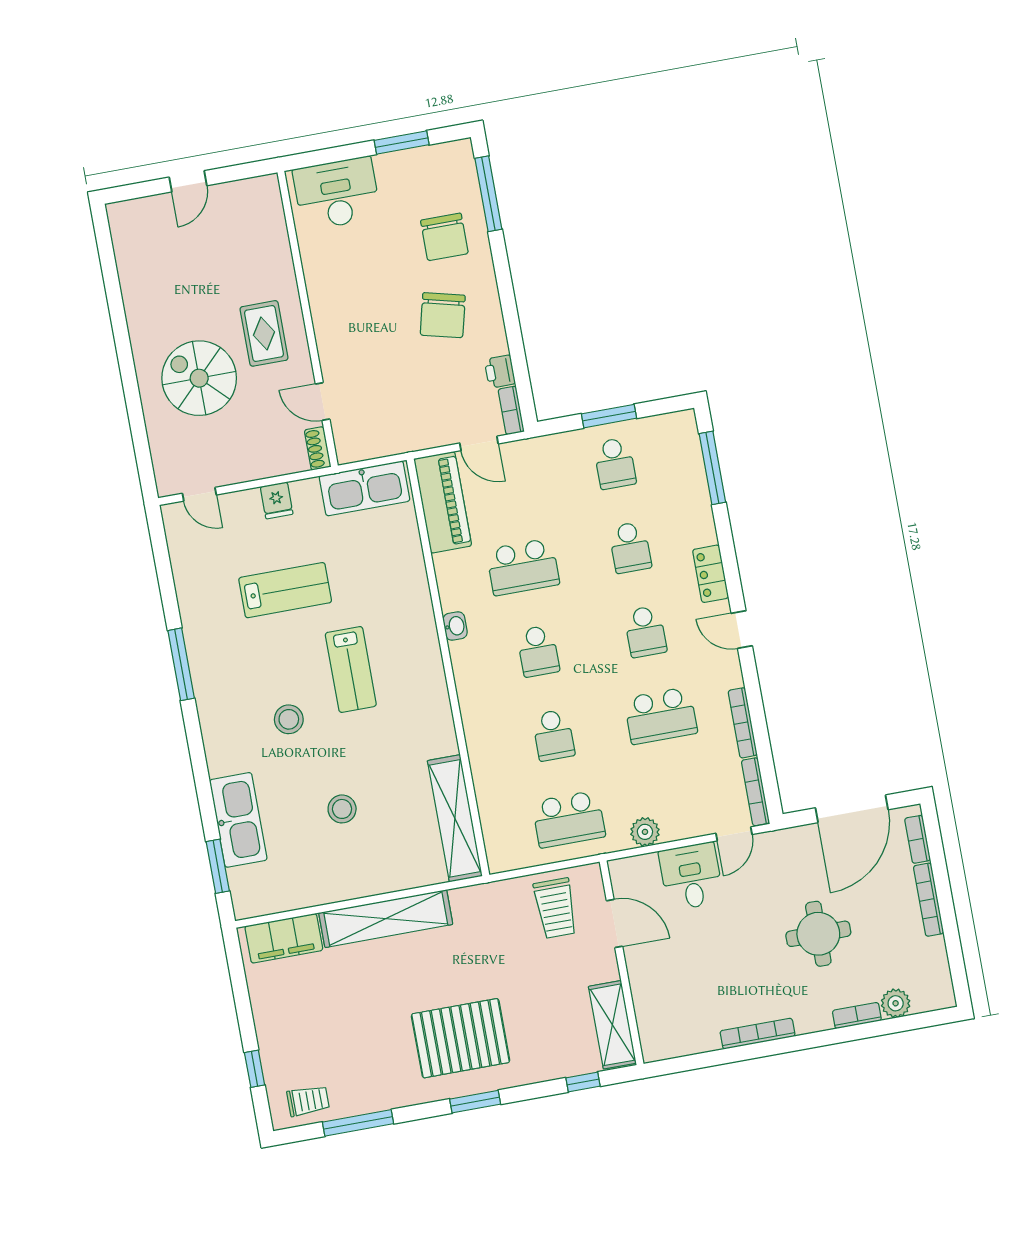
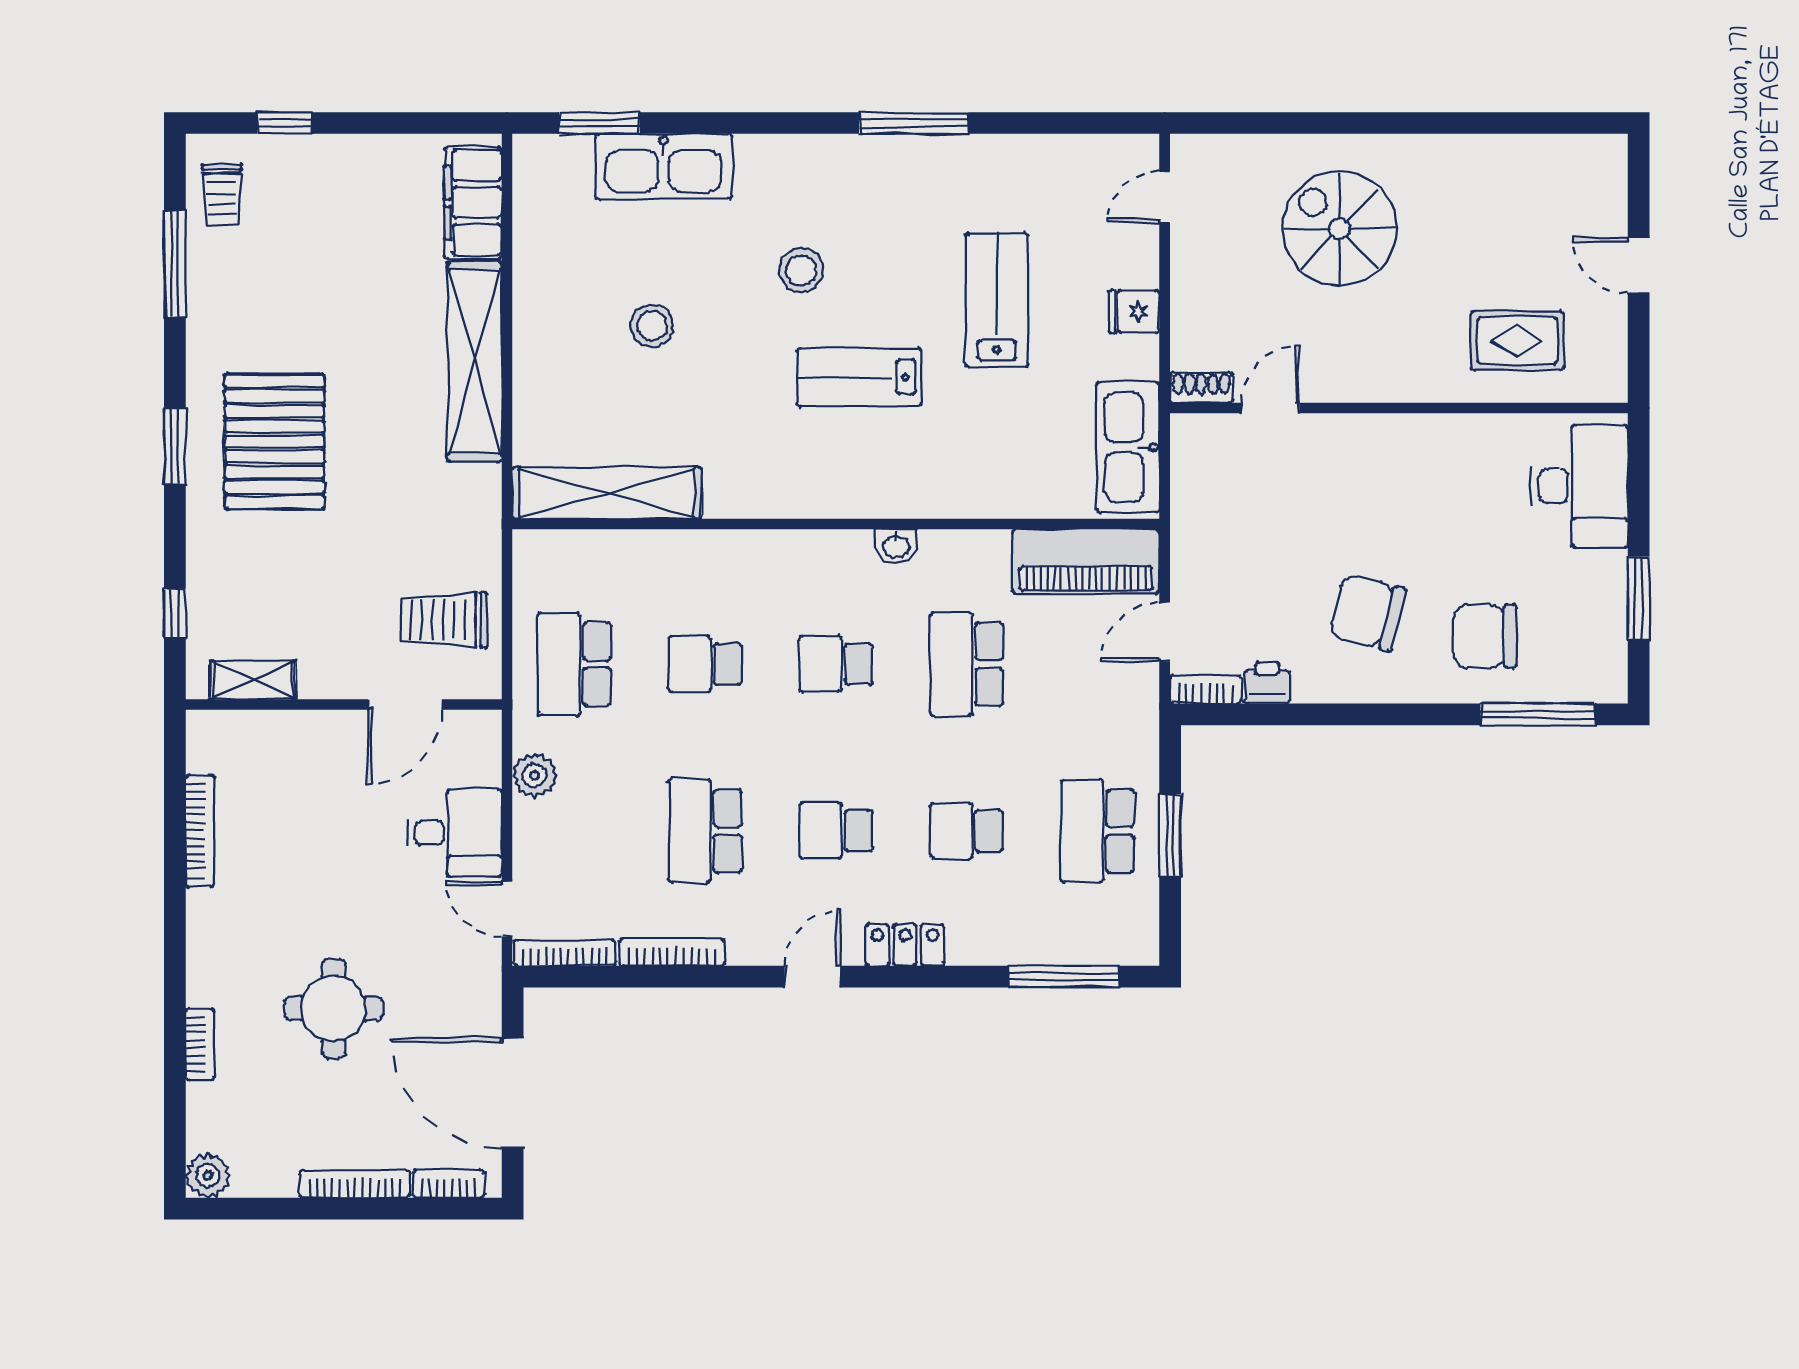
rug: (264, 333) -> (1517, 340), moved
spiral stairs: (199, 378) -> (1339, 228), turned -90
school desk: (615, 463) -> (1097, 831), width x1.85
lab bench: (285, 590) -> (997, 300), turned 180
plant: (896, 1003) -> (208, 1176), moved
shelving: (612, 1025) -> (253, 680), width x0.67, depth x0.75
bookcase: (758, 1034) -> (200, 831), moved

